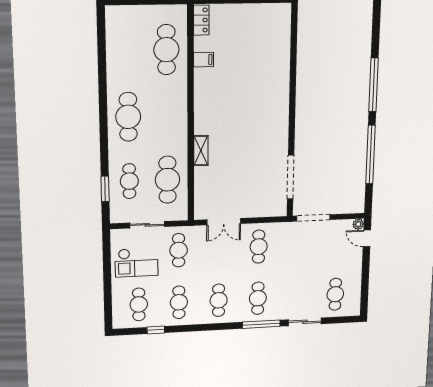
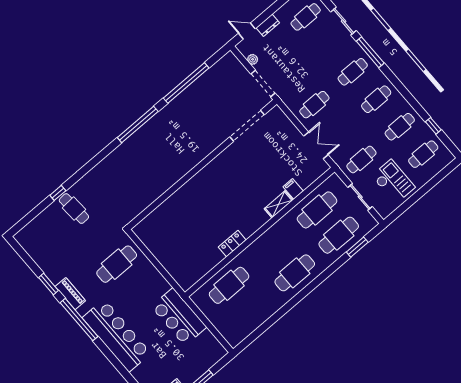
locker: (201, 20) -> (232, 244), moved
filing cabinet: (203, 60) -> (293, 189), moved
cafe table: (129, 181) -> (339, 235), width x1.37, depth x1.35
plant: (358, 224) -> (253, 59), moved
door: (367, 238) -> (247, 31), swing flipped
dresser: (356, 259) -> (268, 25), added

